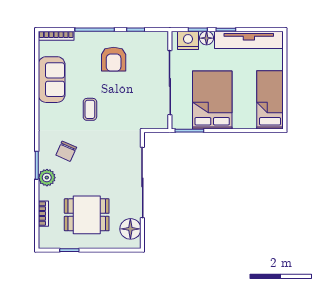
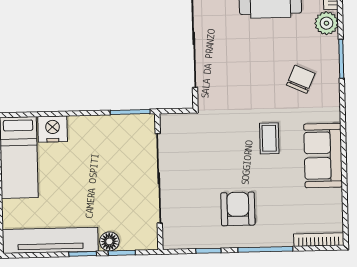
nightstand: (188, 40) -> (53, 129), moved, turned 180
sofa: (52, 80) -> (323, 155), moved
bed: (212, 100) -> (99, 156), removed
plant: (47, 178) -> (326, 23), moved

